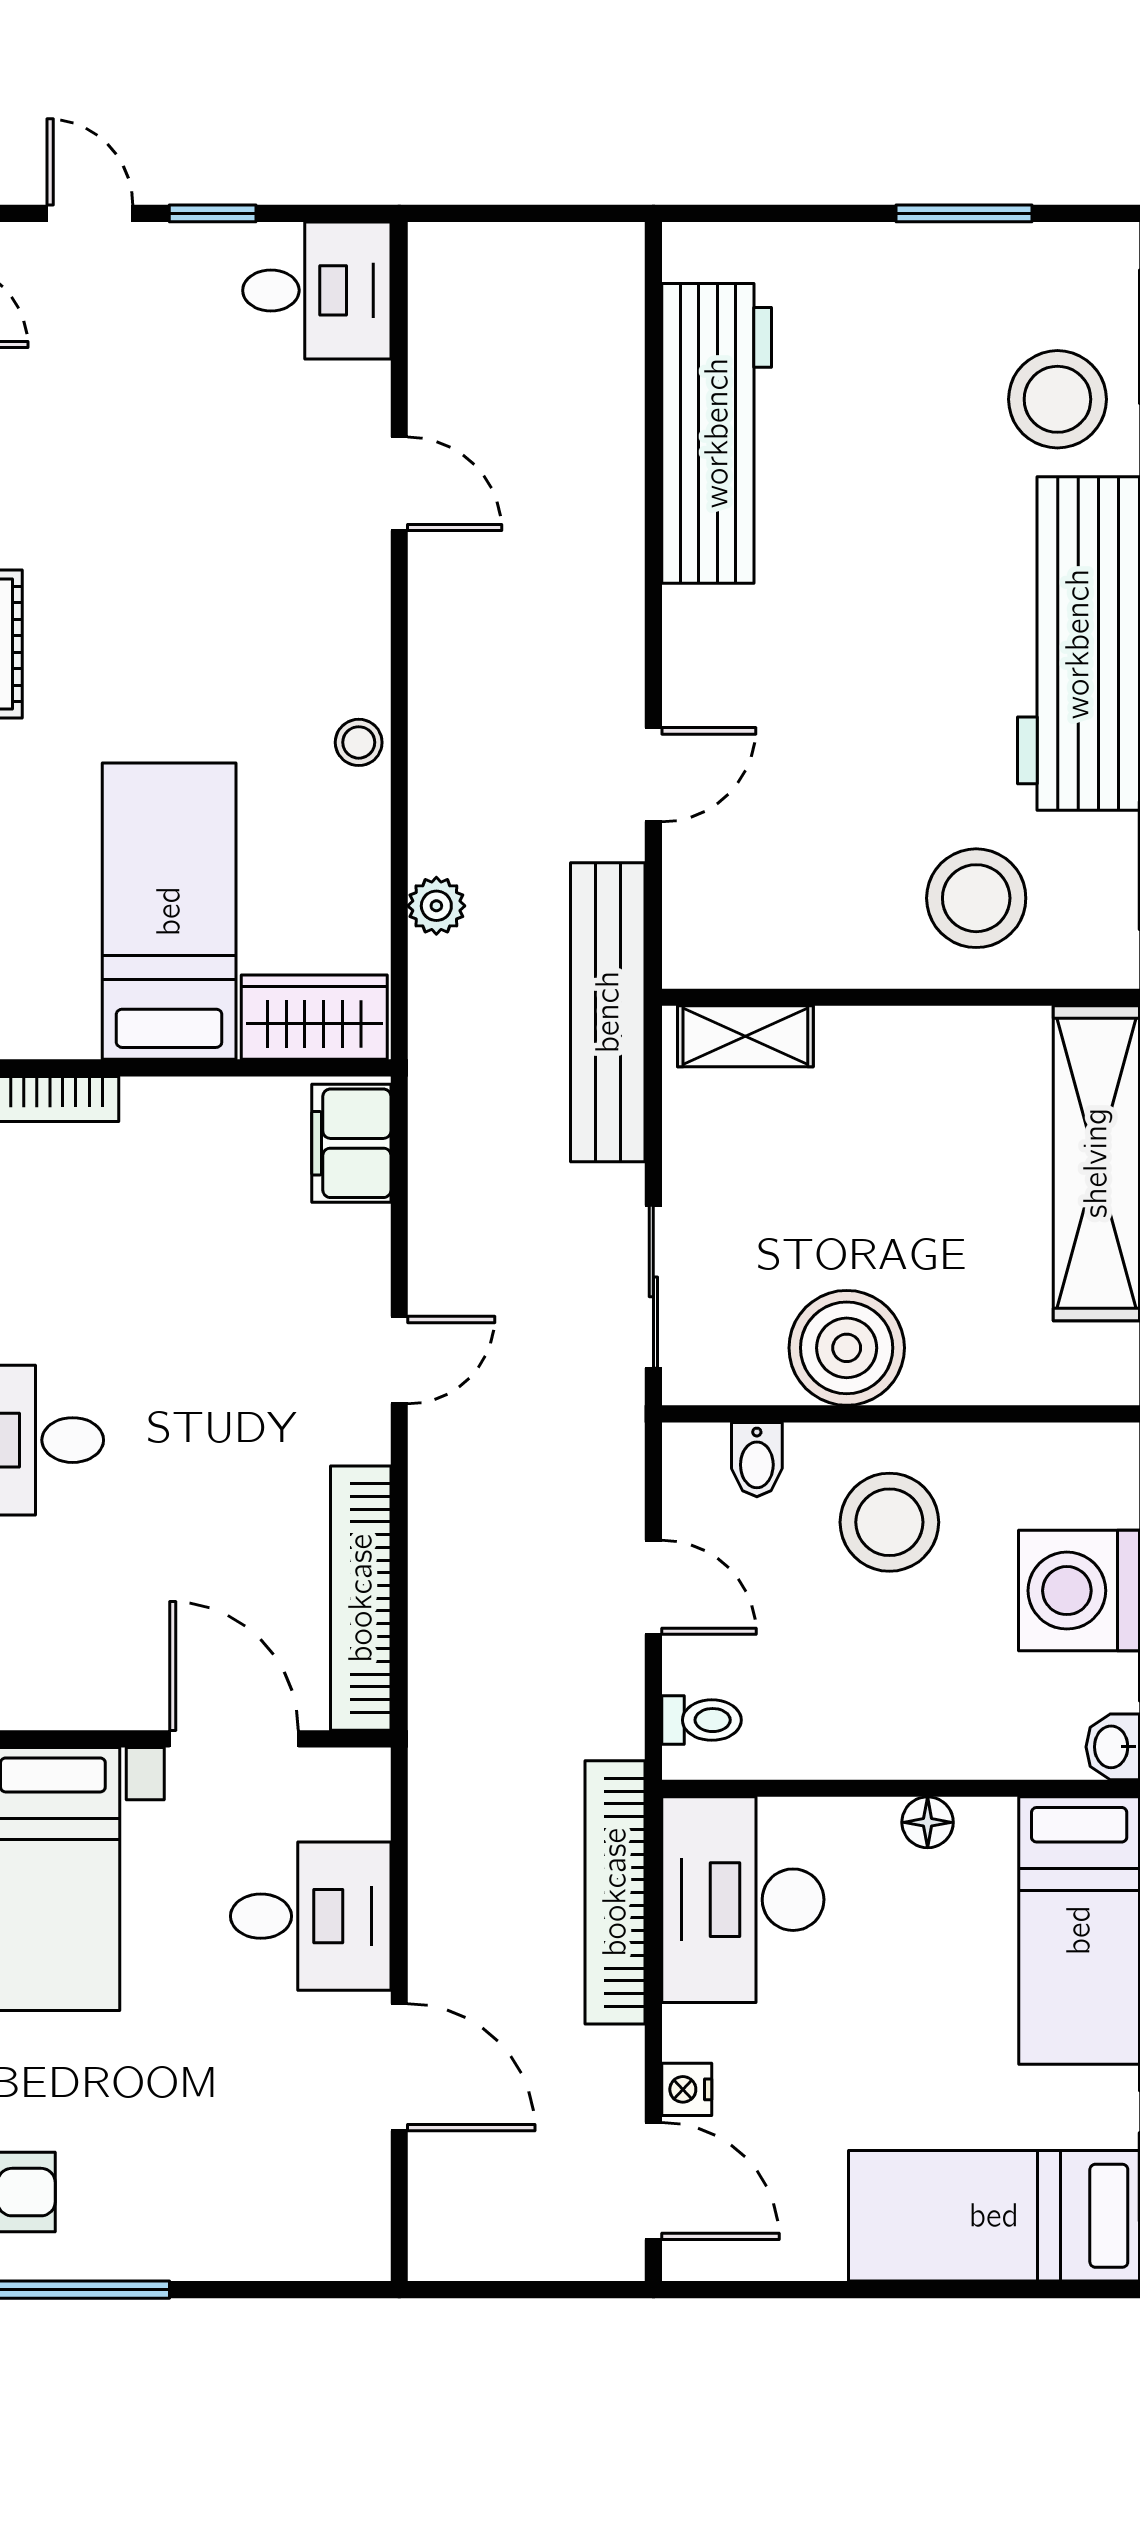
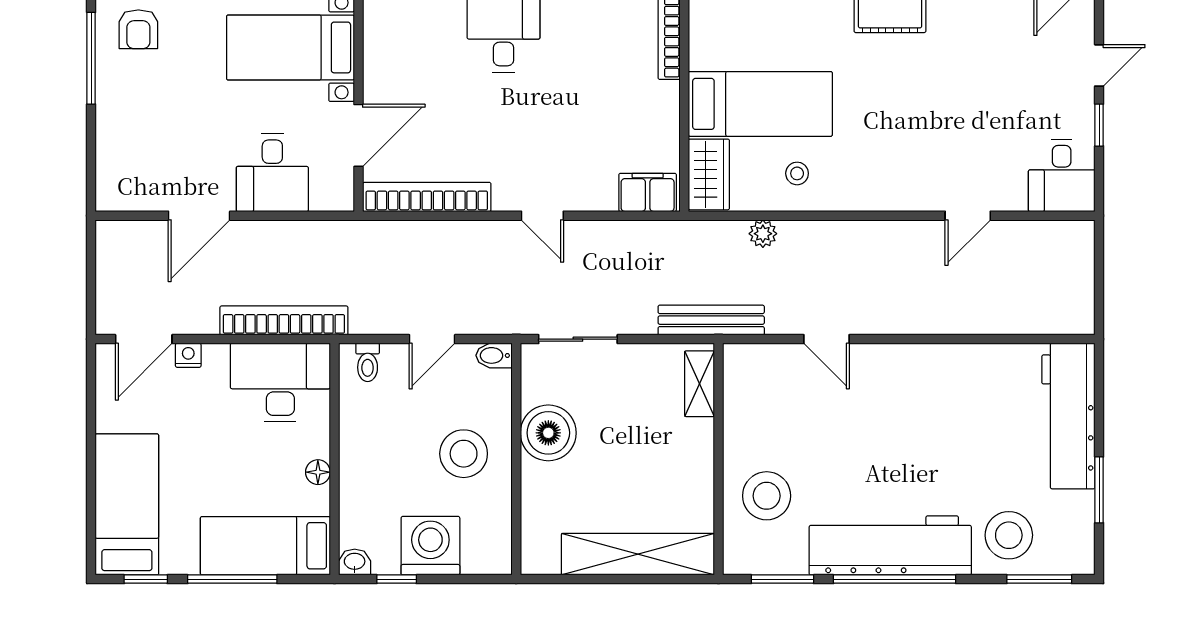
workbench: (717, 433) -> (1068, 416), moved, turned 90
stool: (359, 742) -> (797, 173), moved
bench: (608, 1012) -> (711, 320), width x0.73, depth x0.82
bidet: (757, 1460) -> (494, 355), moved

